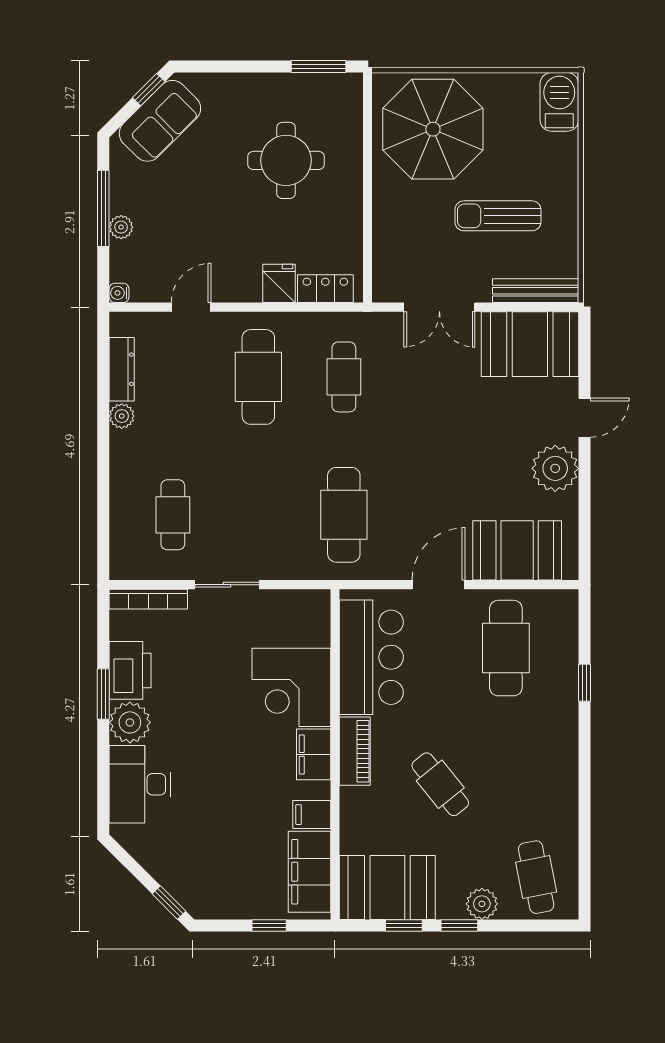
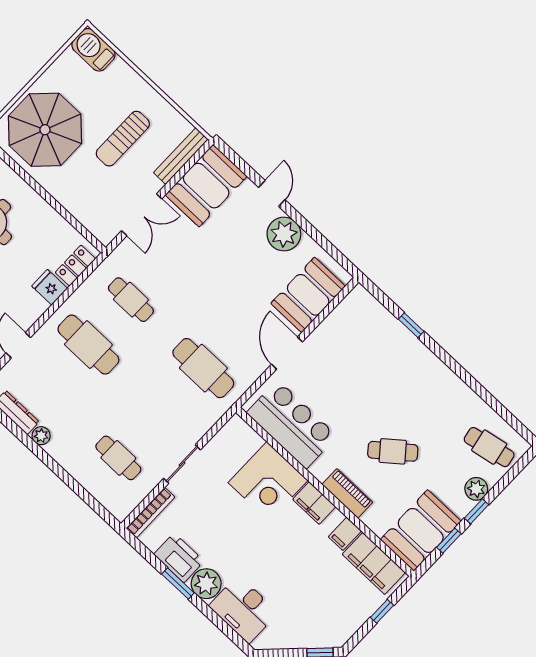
cafe table: (506, 648) -> (354, 349), removed
piano: (355, 751) -> (347, 493), moved

